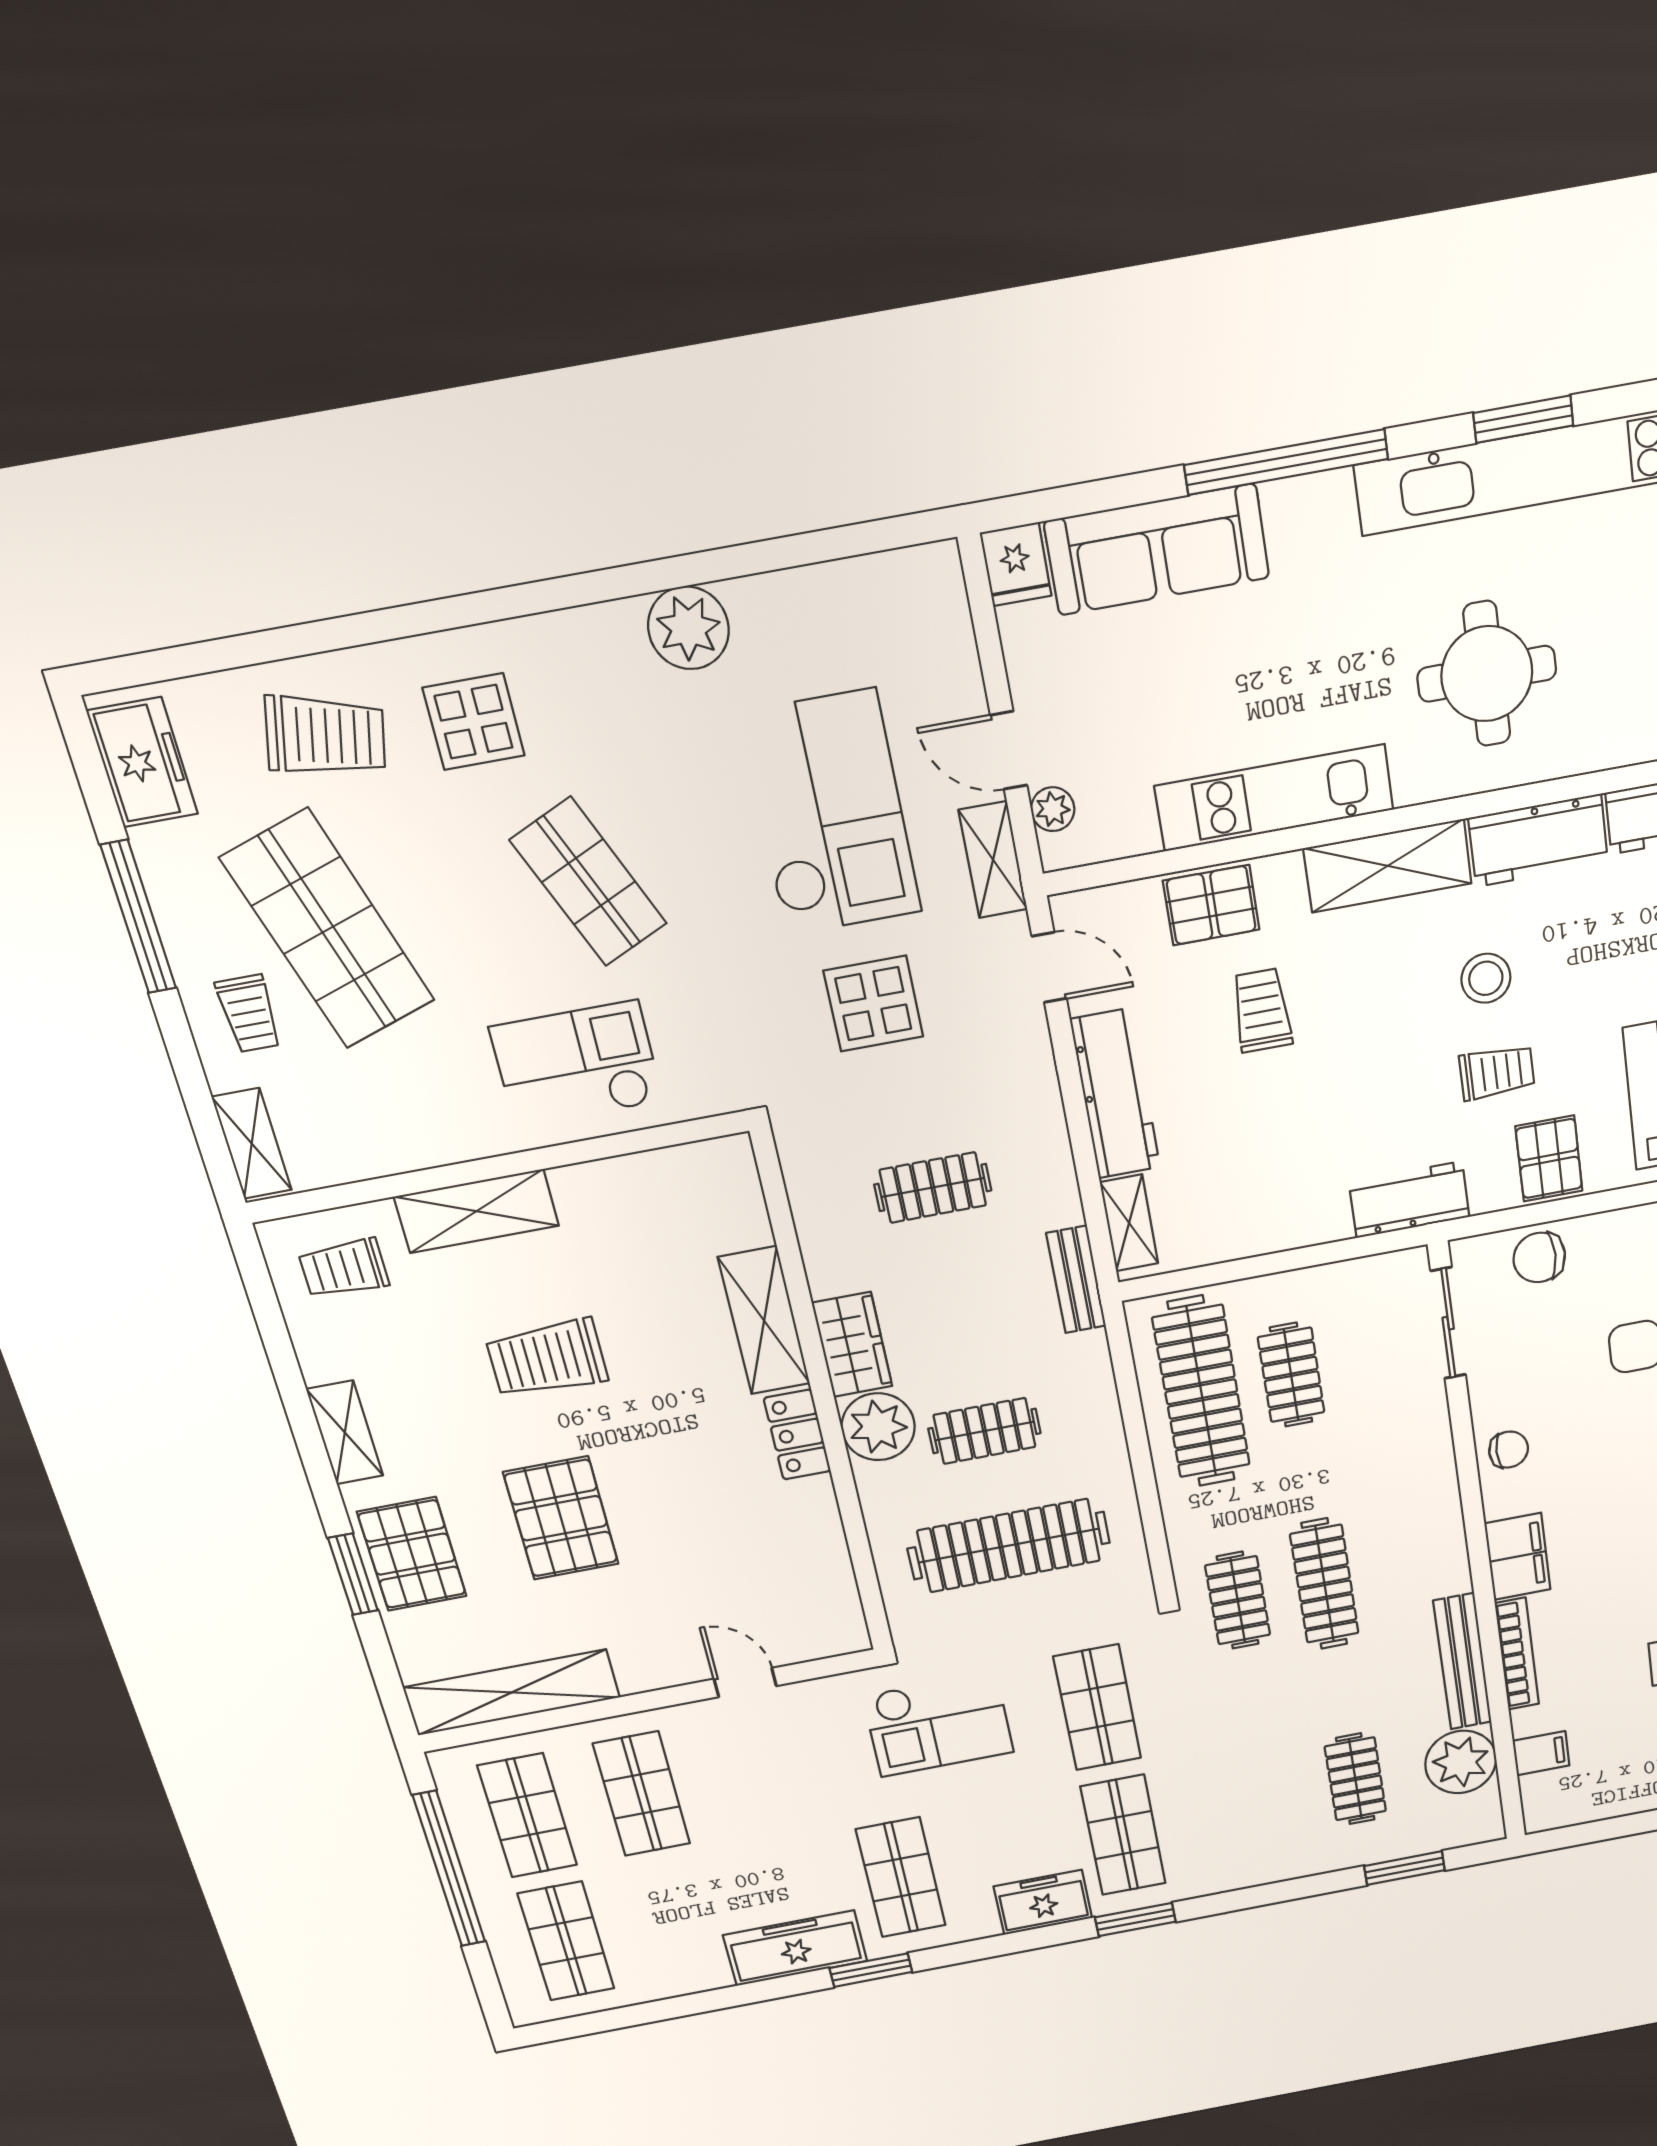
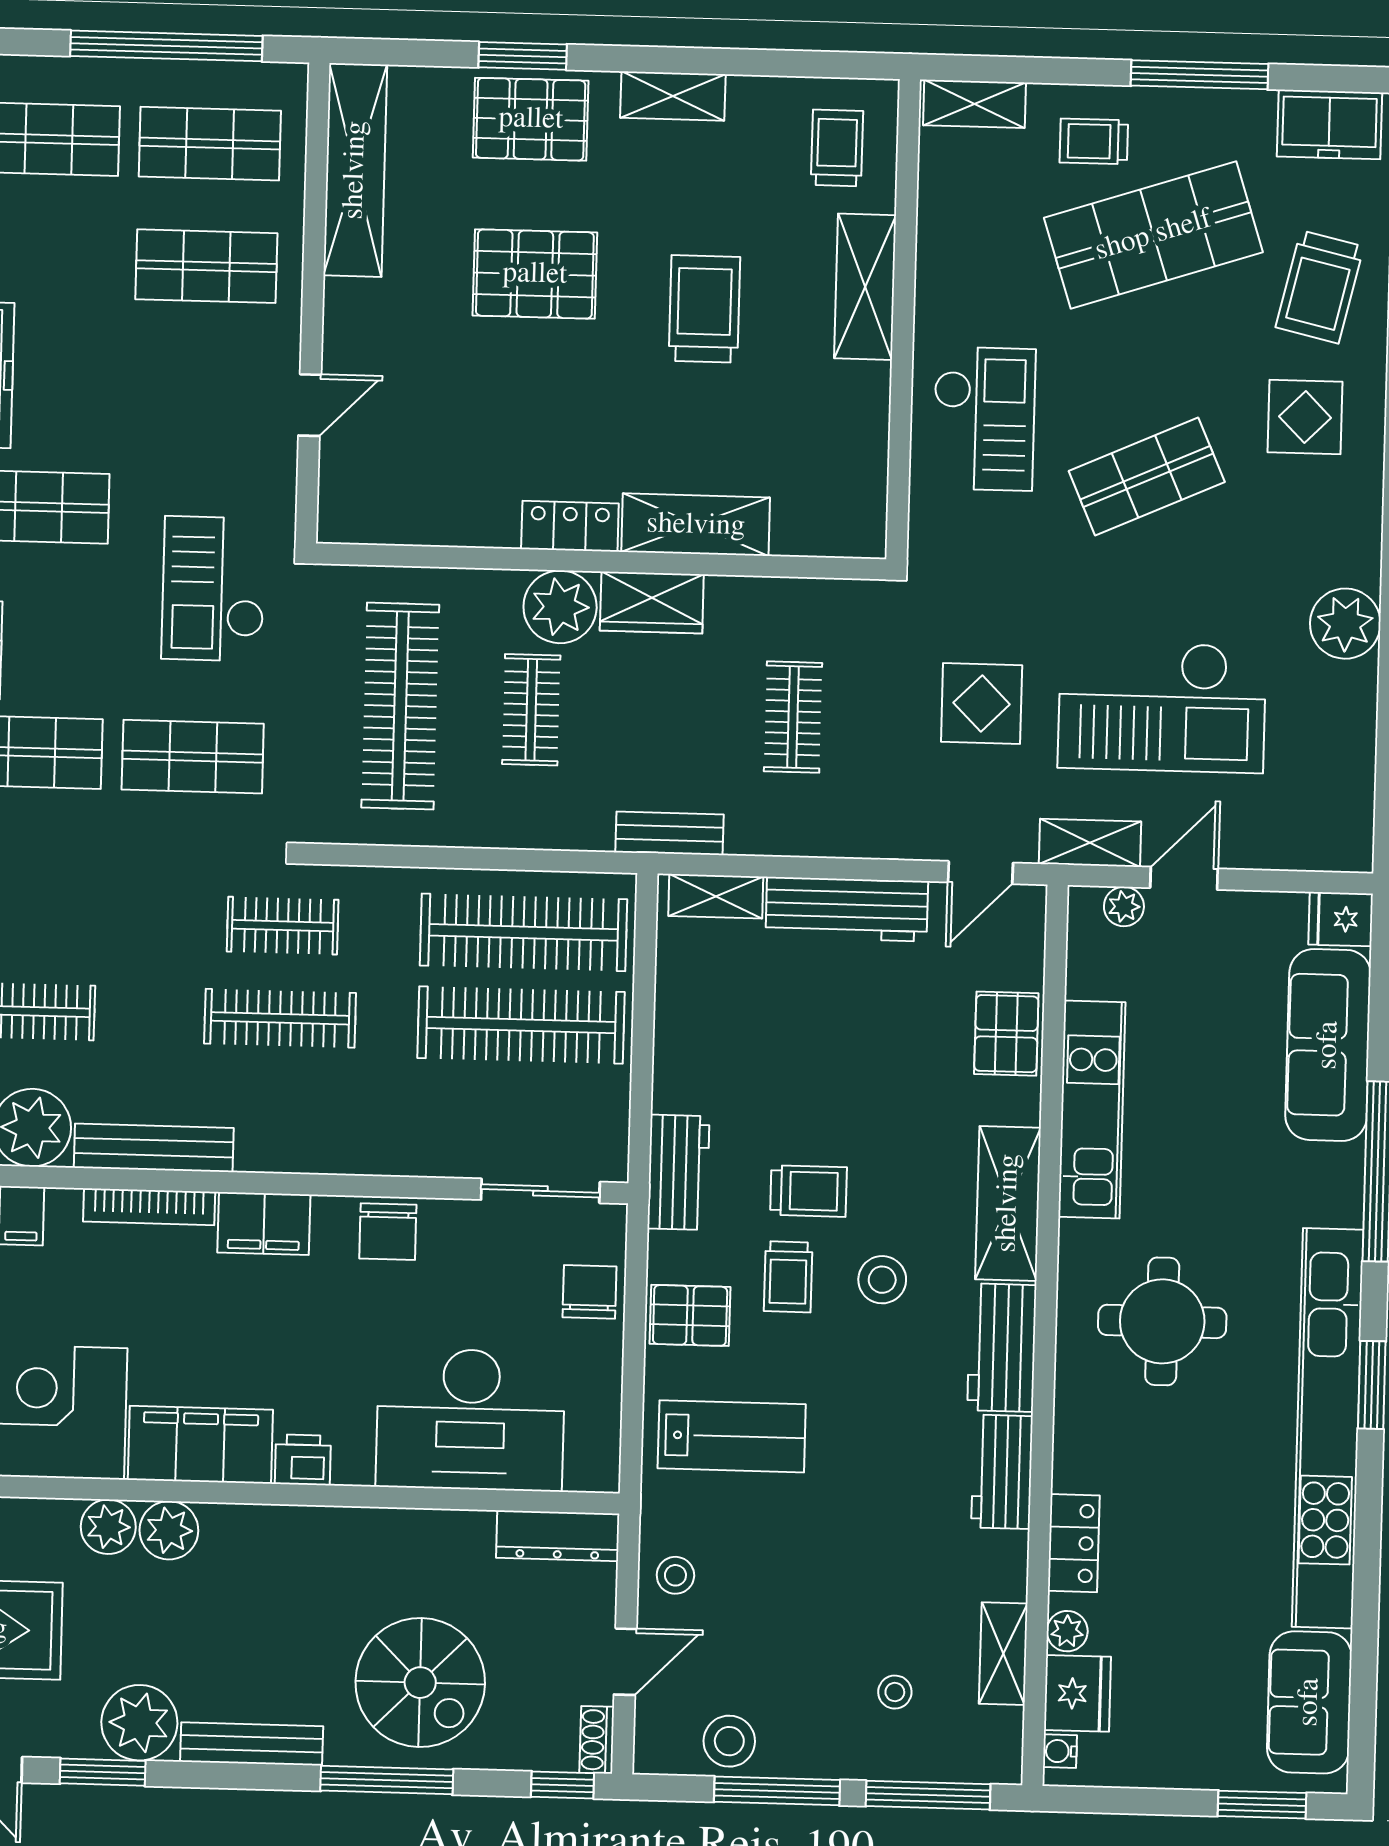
trolley: (1262, 1010) -> (809, 1191), moved
clothes rail: (1291, 1375) -> (521, 1025), width x1.86, depth x1.31
chair: (1509, 1450) -> (388, 1232), width x1.37, depth x1.37

